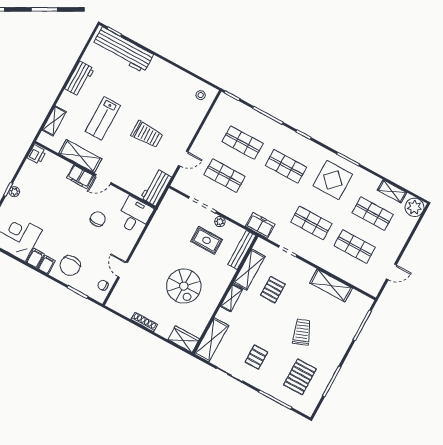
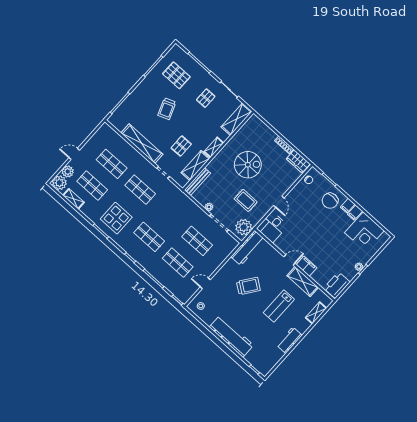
workbench: (123, 50) -> (231, 336), moved
lab bench: (103, 118) -> (279, 306), turned 180
trolley: (147, 134) -> (248, 286), turned 126
printer: (37, 154) -> (337, 285), width x1.87, depth x1.48
door: (183, 159) -> (205, 283), moved
workbench: (156, 187) -> (248, 248), width x1.37
plant: (170, 207) -> (244, 227), added
chair: (98, 219) -> (301, 231), removed
plant: (407, 224) -> (68, 171), added
freezer: (260, 225) -> (179, 197), removed
rug: (207, 240) -> (246, 200), moved
chair: (70, 266) -> (330, 201), turned 180
door: (123, 270) -> (279, 202), moved
door: (391, 272) -> (74, 154), moved
shelving: (331, 285) -> (142, 144), width x1.47
spiral stairs: (184, 286) -> (248, 165), turned 90
wardrobe: (184, 339) -> (298, 161), moved
pallet: (300, 377) -> (176, 75), turned 90

